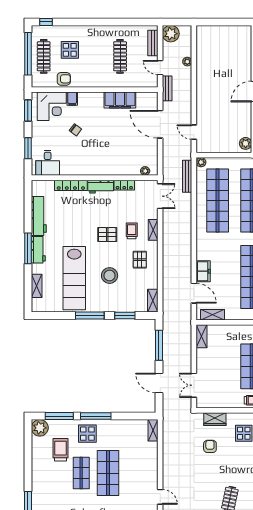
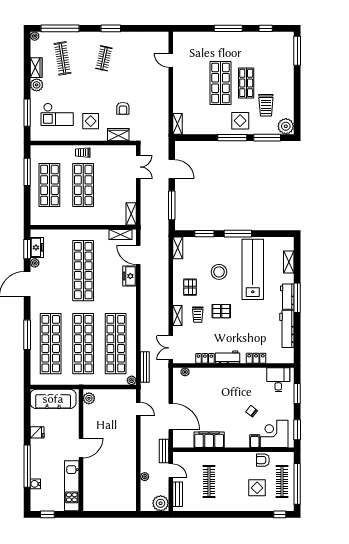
locker: (71, 185) -> (256, 358), width x0.66

